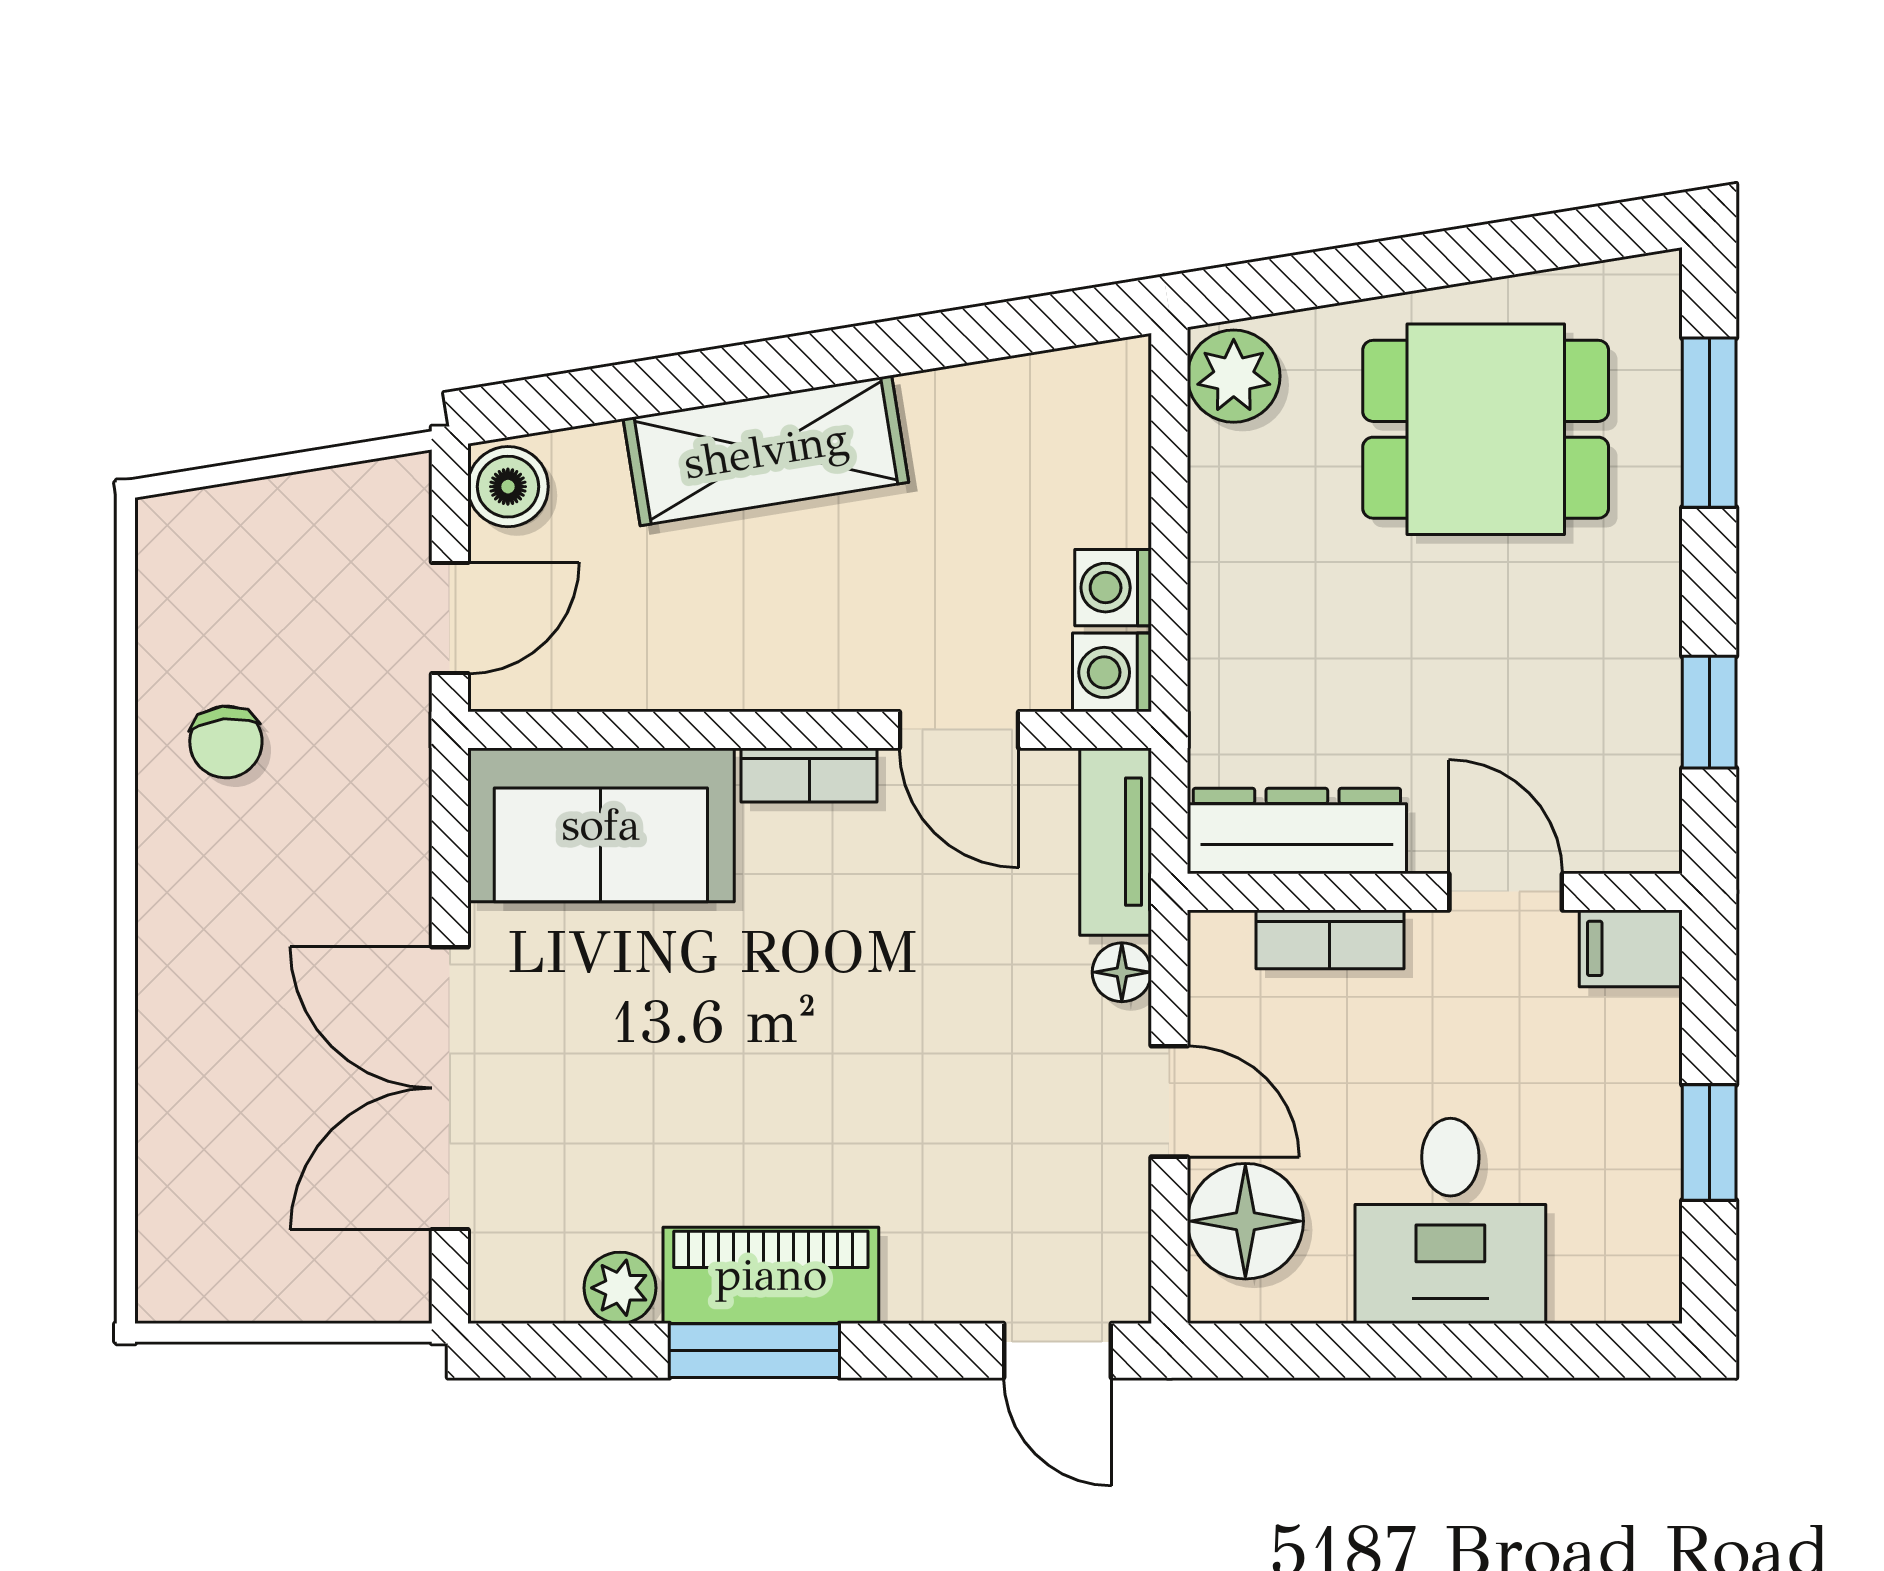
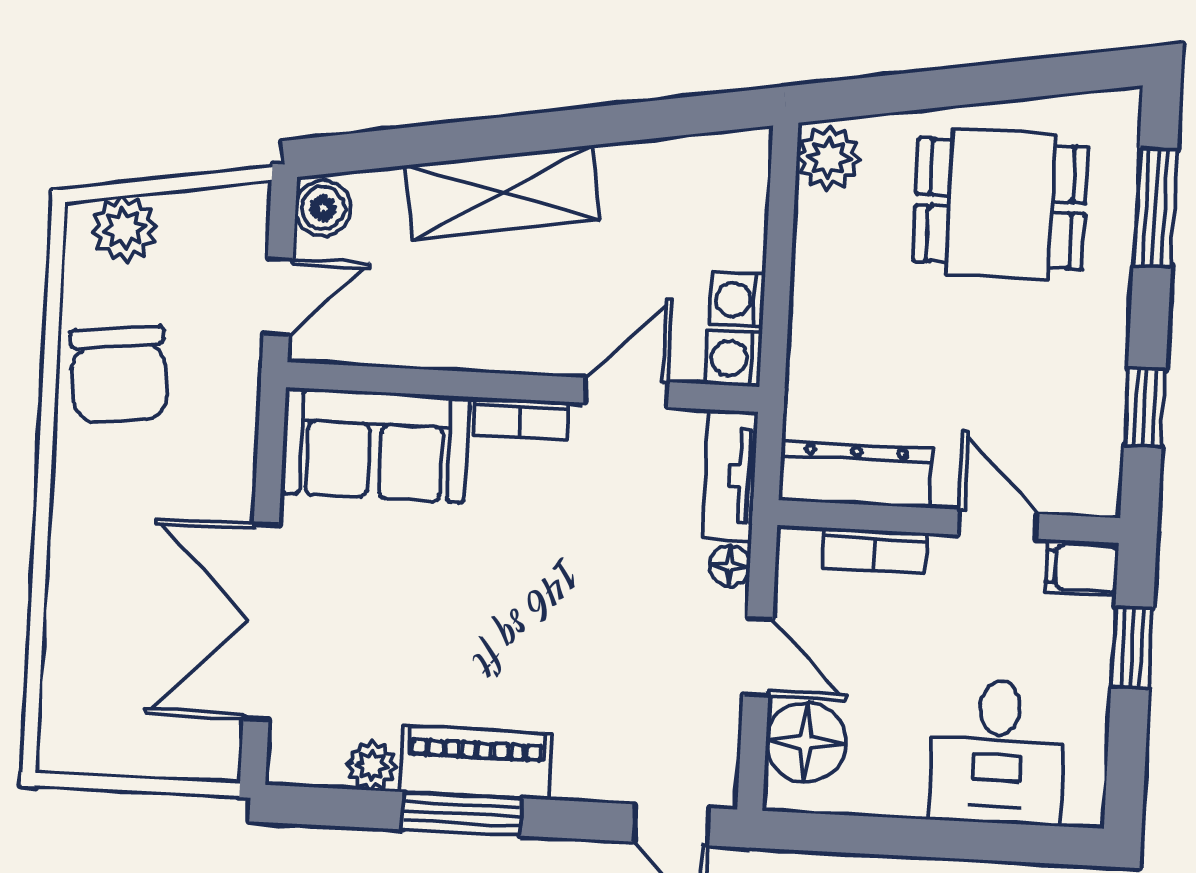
plant: (222, 532) -> (124, 229), added
door: (959, 730) -> (626, 392), swing flipped
chair: (226, 742) -> (119, 374), width x1.87, depth x1.87
window: (1709, 1143) -> (1132, 647), moved
desk: (1450, 1221) -> (998, 752), moved

